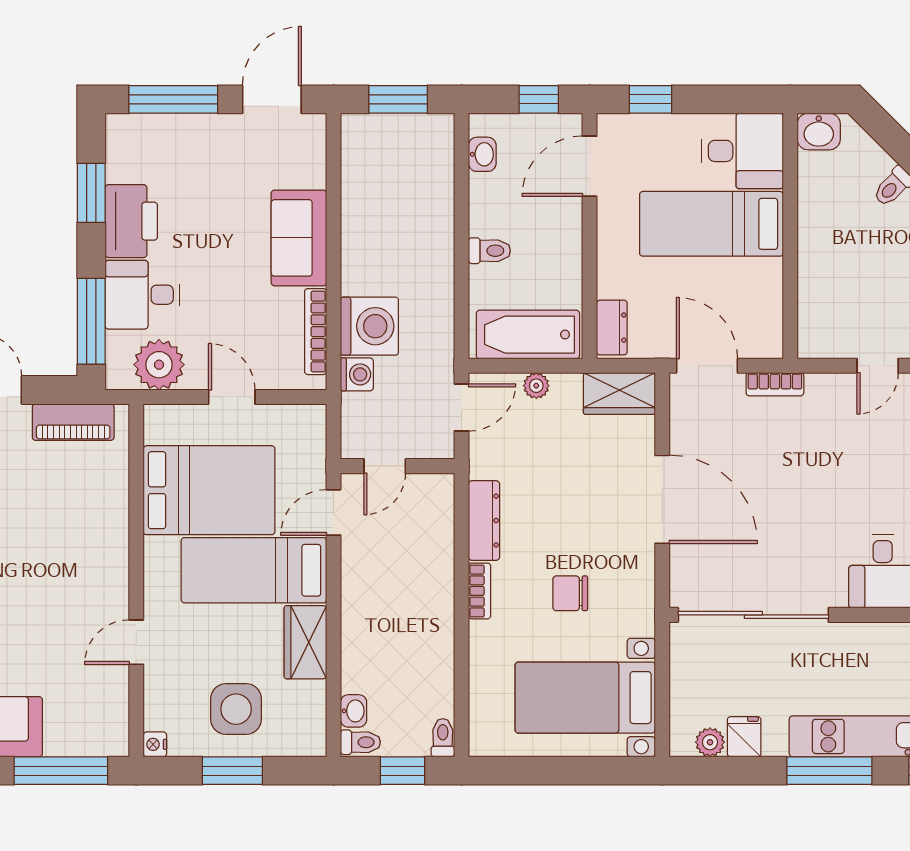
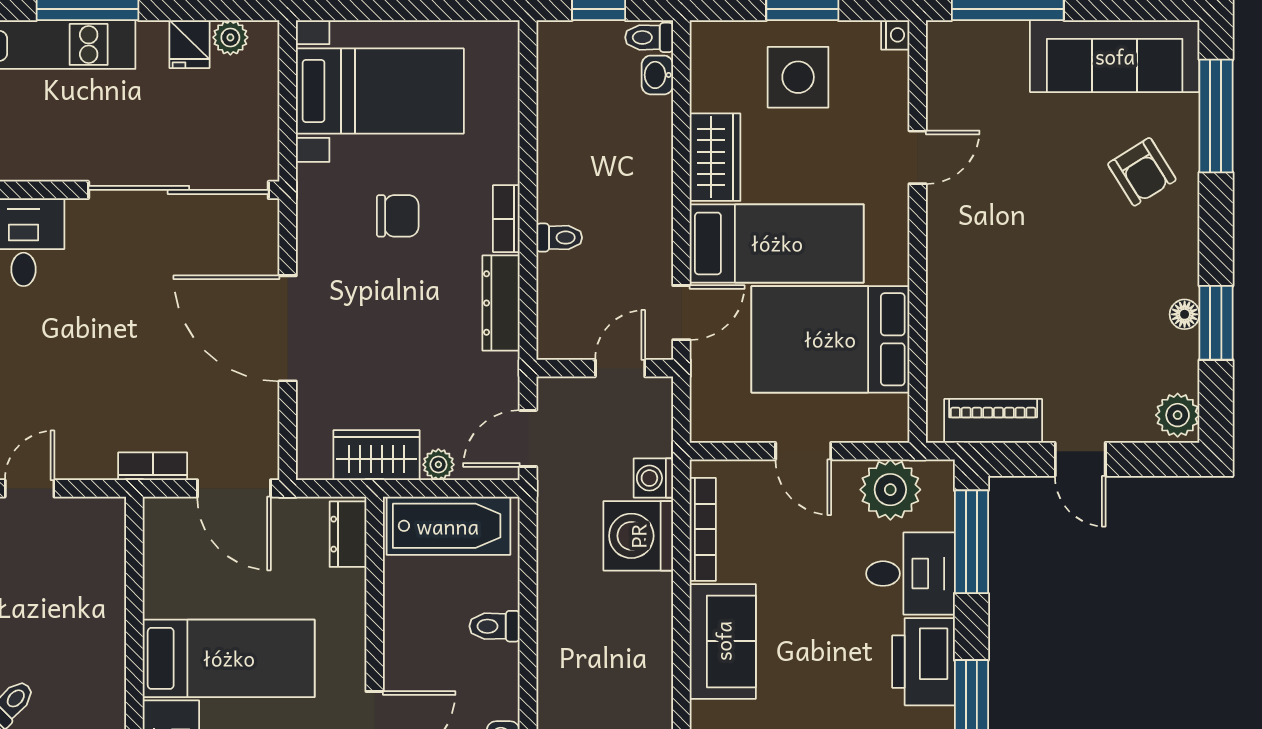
wardrobe: (619, 394) -> (377, 455), moved
toilet: (443, 738) -> (559, 238), moved, turned -90

